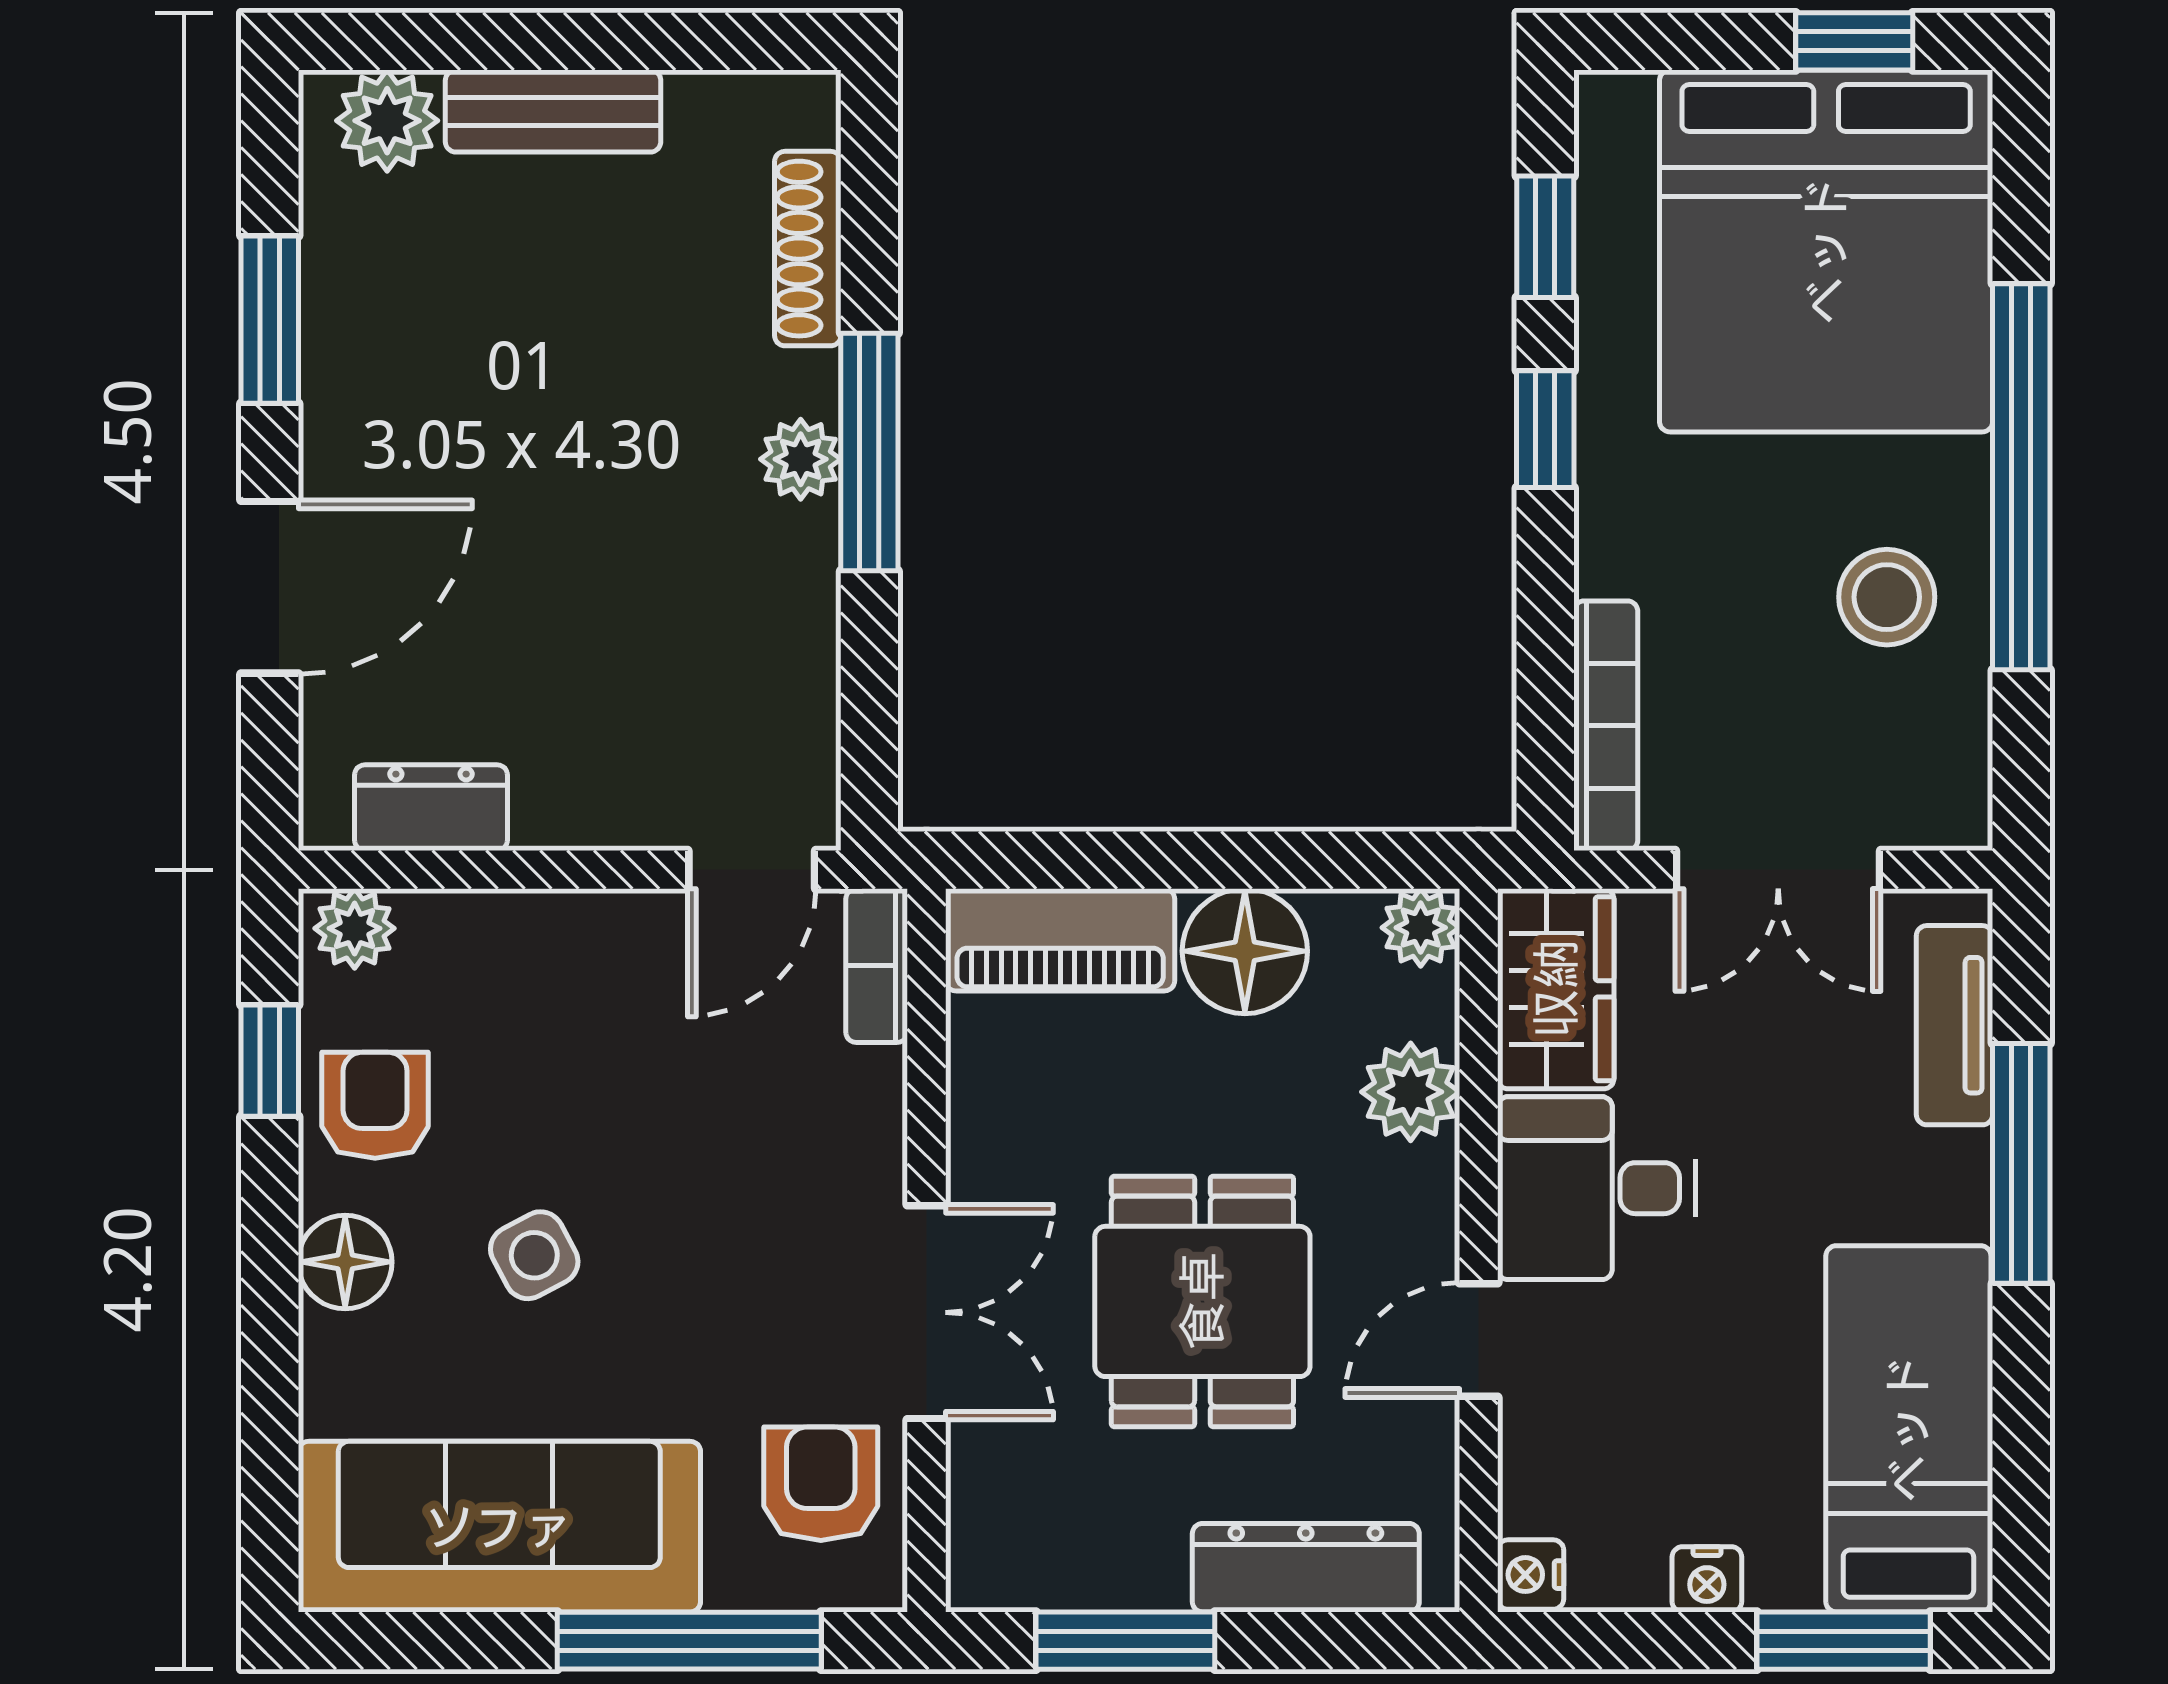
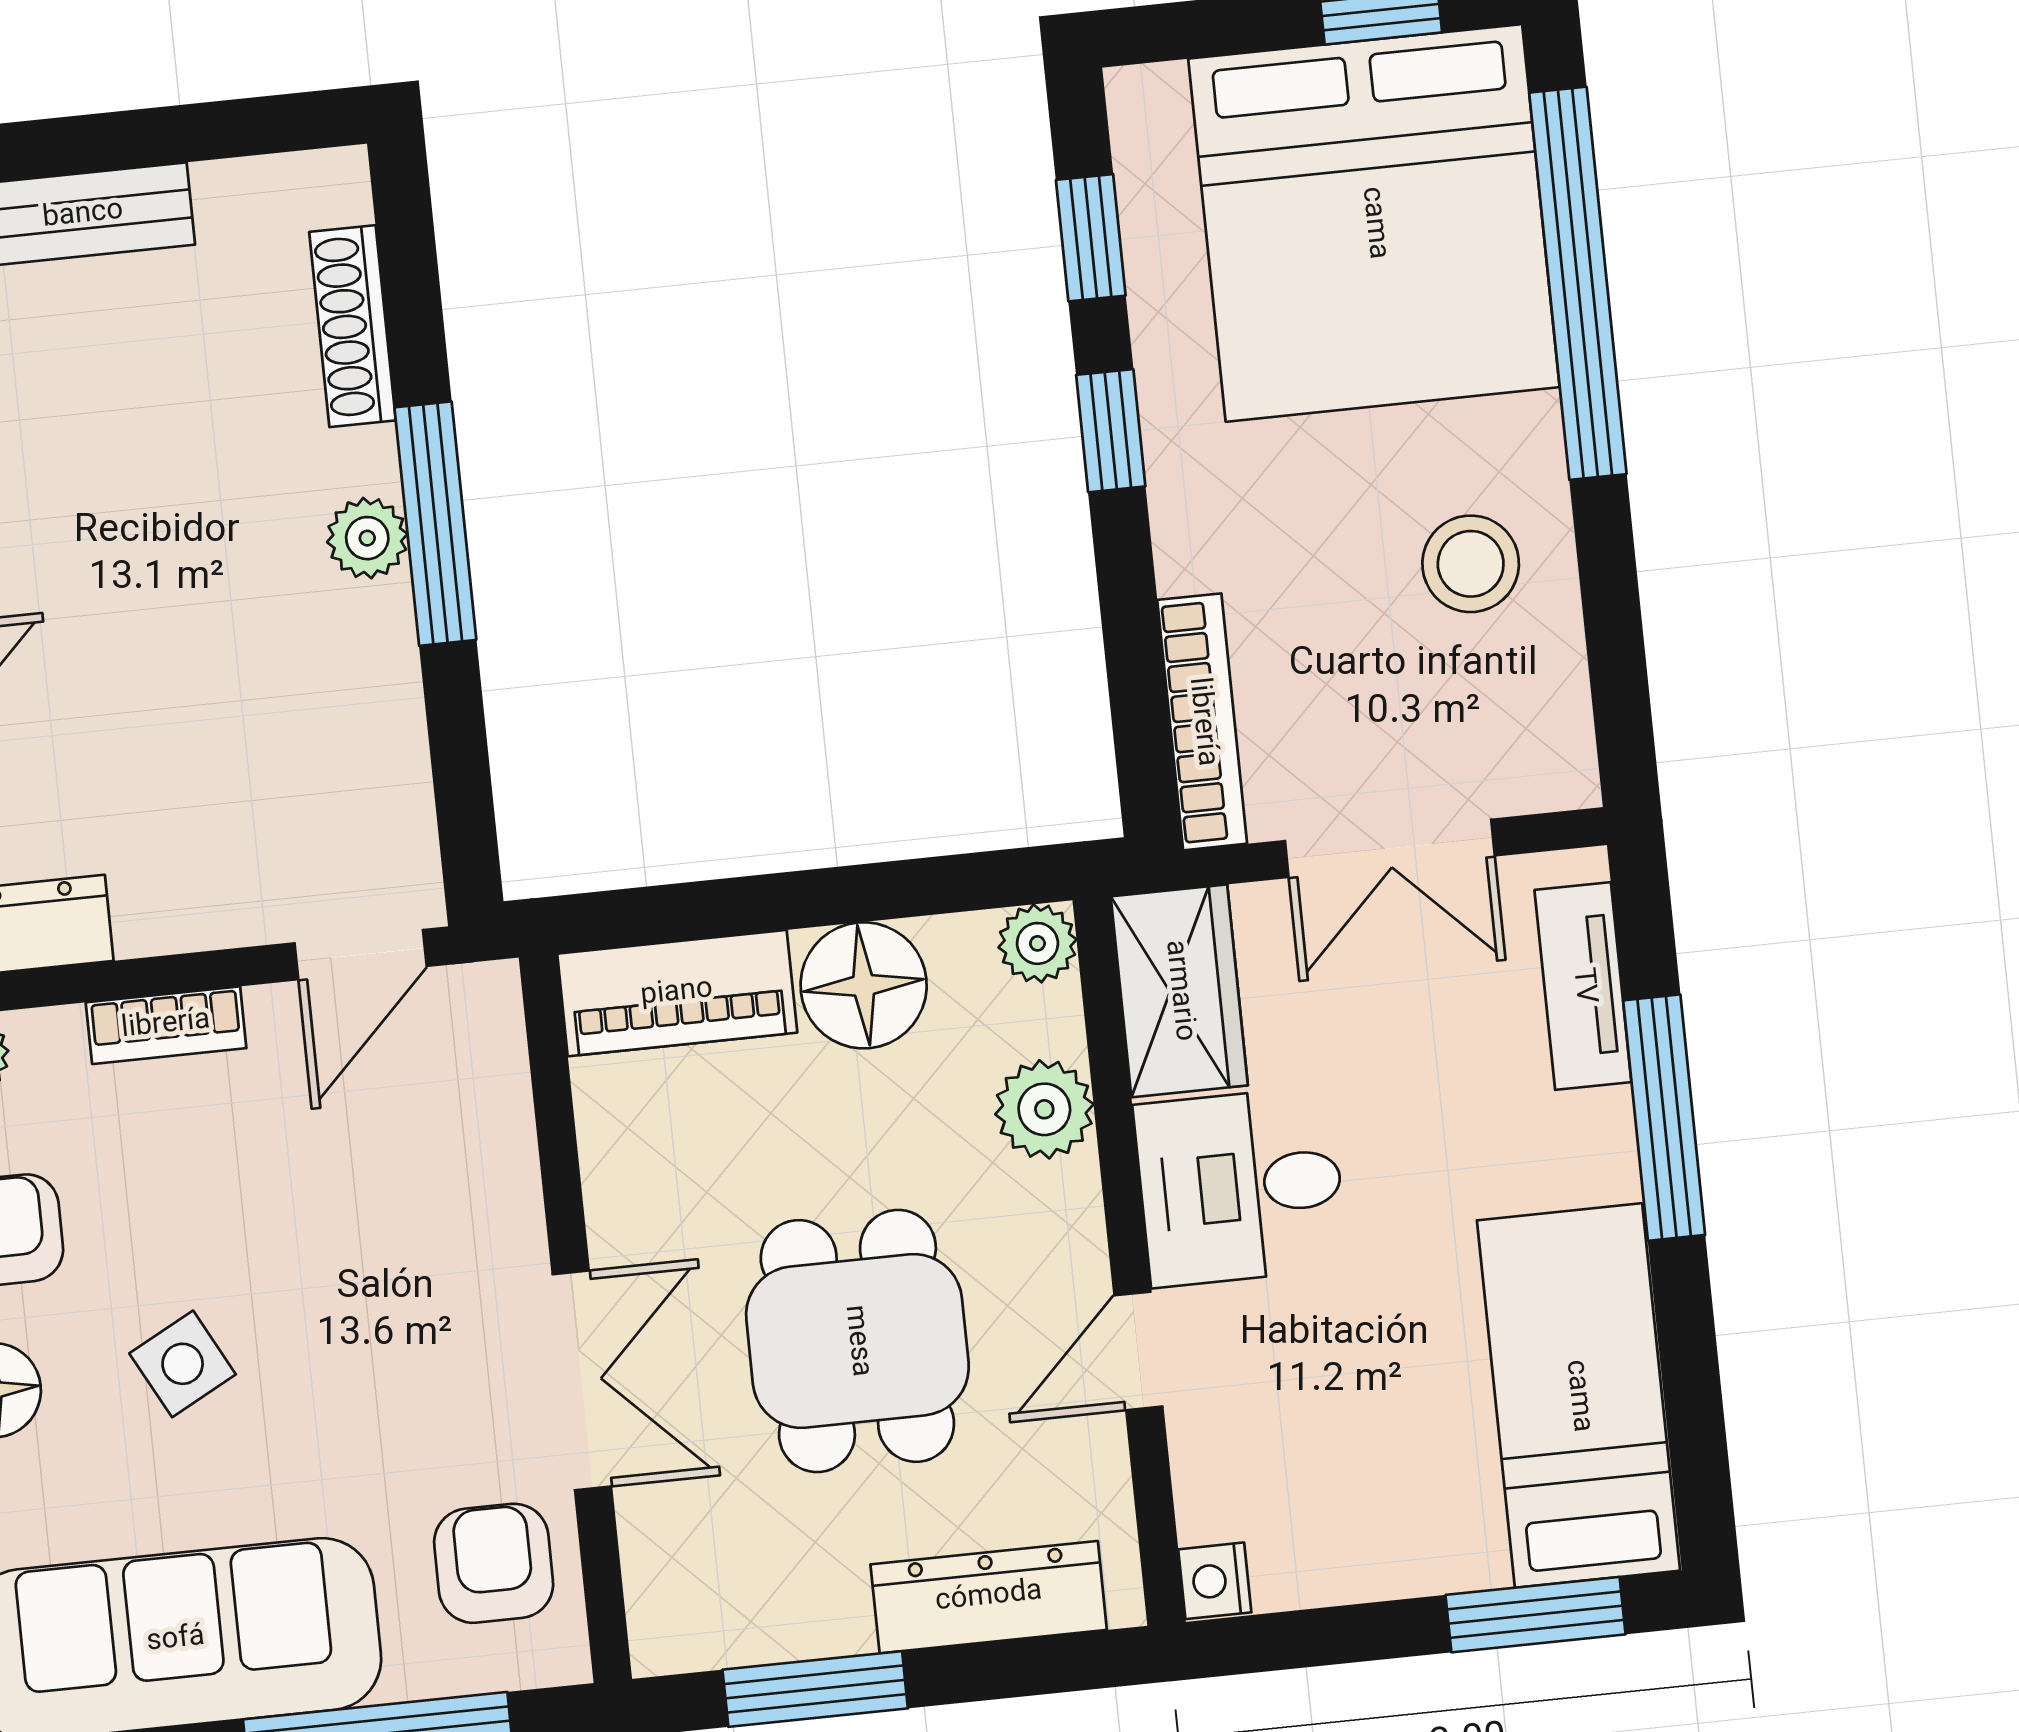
window: (2021, 477) -> (1578, 283), moved
bookcase: (877, 966) -> (166, 1025), moved, turned -90
nightstand: (1707, 1579) -> (1392, 1567), removed

